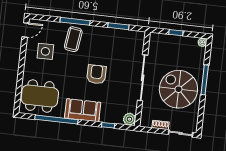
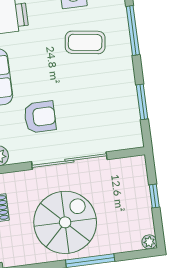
coffee table: (73, 39) -> (85, 42), moved
armchair: (96, 74) -> (40, 117), moved

